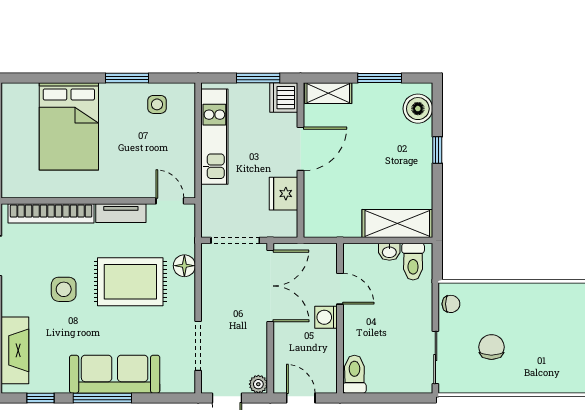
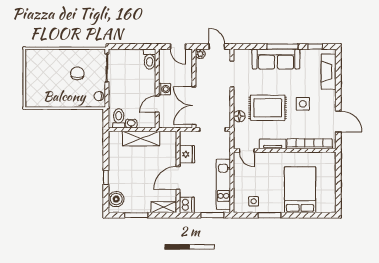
window: (258, 78) -> (212, 215), moved
shelving: (397, 223) -> (141, 139), moved
door: (340, 289) -> (157, 104), hinge flipped
chair: (491, 347) -> (77, 73), turned 180

